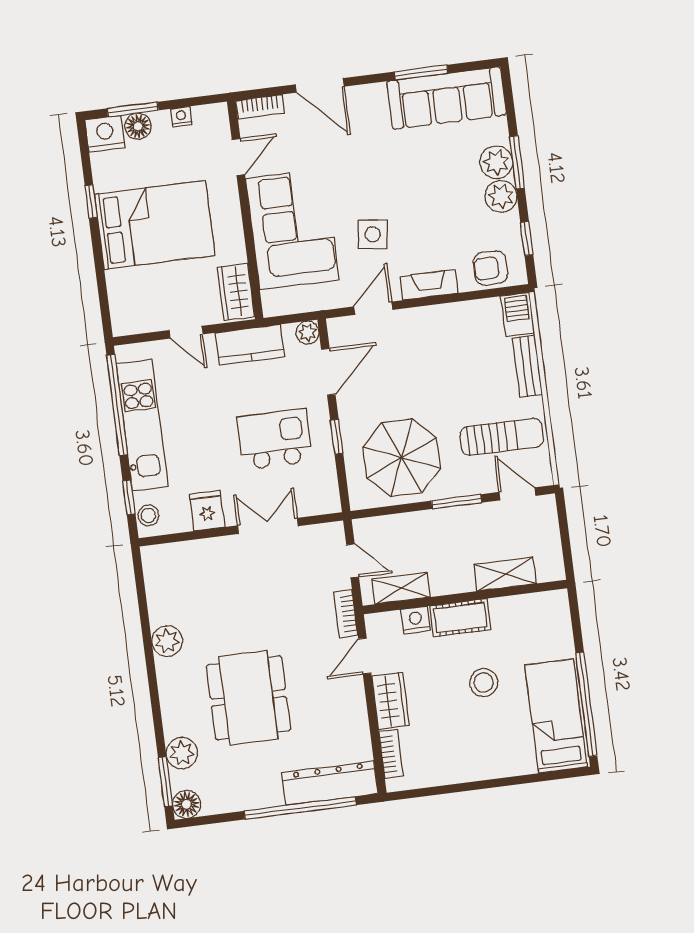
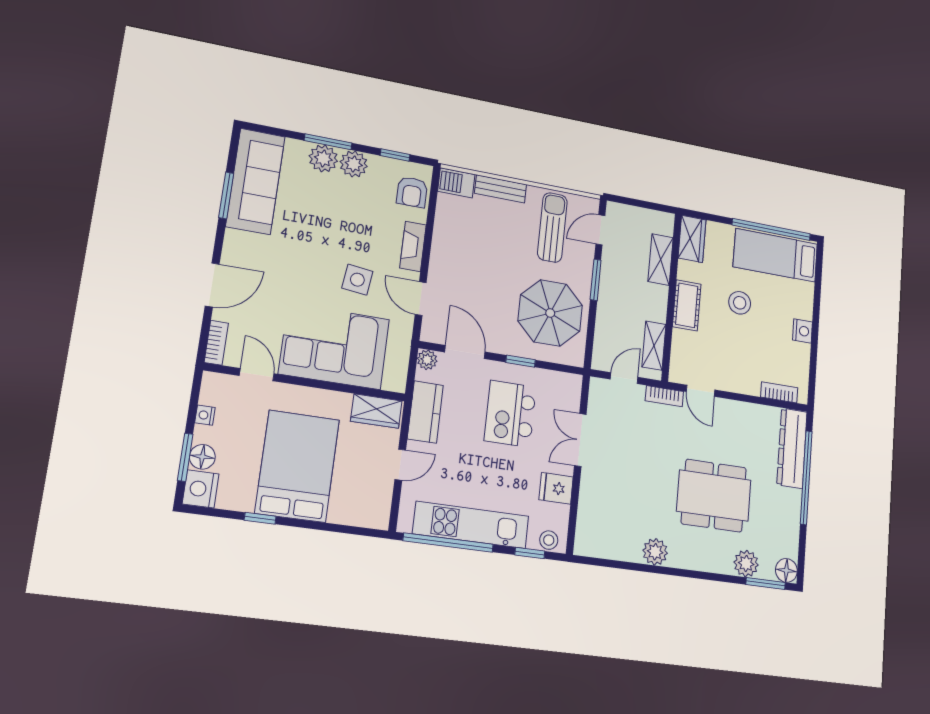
nightstand: (416, 620) -> (803, 331), moved, turned 180
wardrobe: (391, 701) -> (692, 239), moved, turned 90

